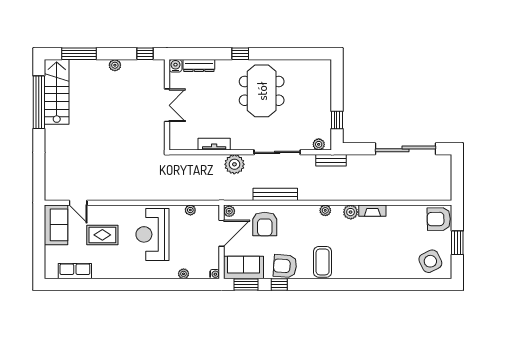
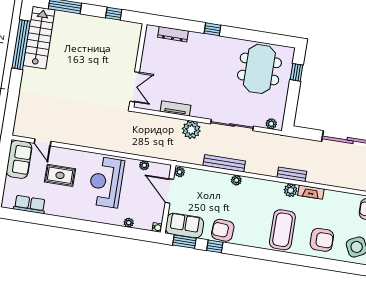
window: (145, 54) -> (114, 14), moved
plant: (115, 65) -> (96, 22), removed
water cooler: (175, 66) -> (152, 31), removed
meeting table: (262, 91) -> (259, 69), moved
double door: (167, 105) -> (135, 87), moved
window: (337, 120) -> (297, 72), moved
bench: (331, 160) -> (292, 174), moved
plant: (325, 210) -> (236, 180), moved
armchair: (265, 224) -> (322, 240), moved, turned -90
door: (221, 233) -> (169, 191), swing flipped
coffee table: (323, 262) -> (282, 230), moved, width x1.36, depth x1.32

